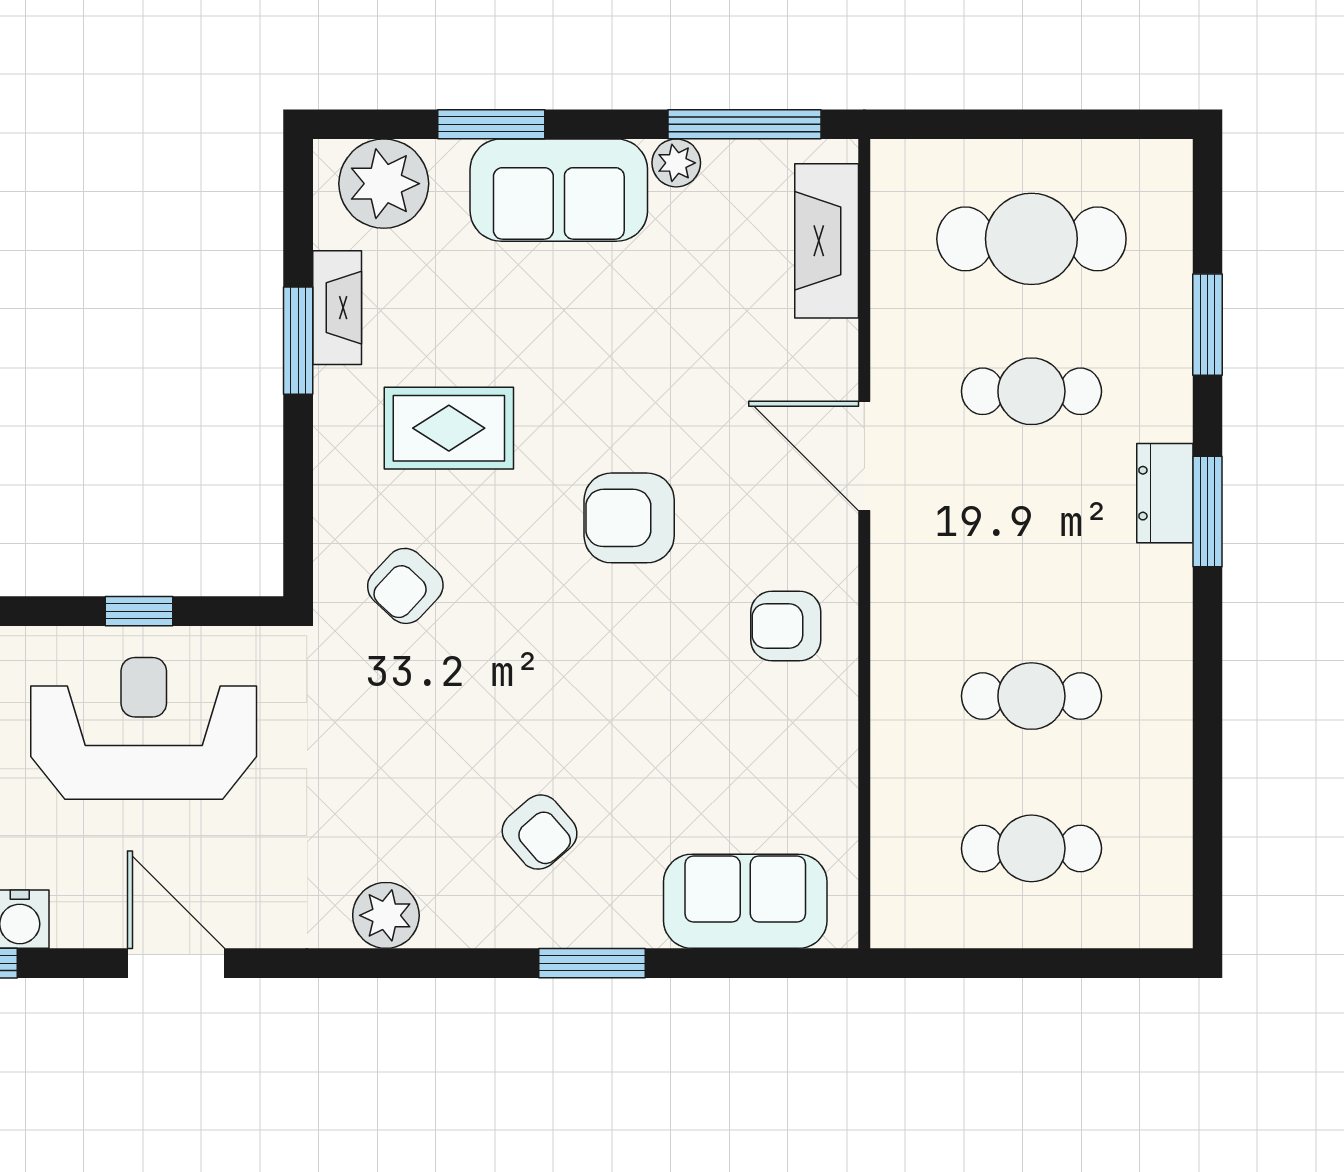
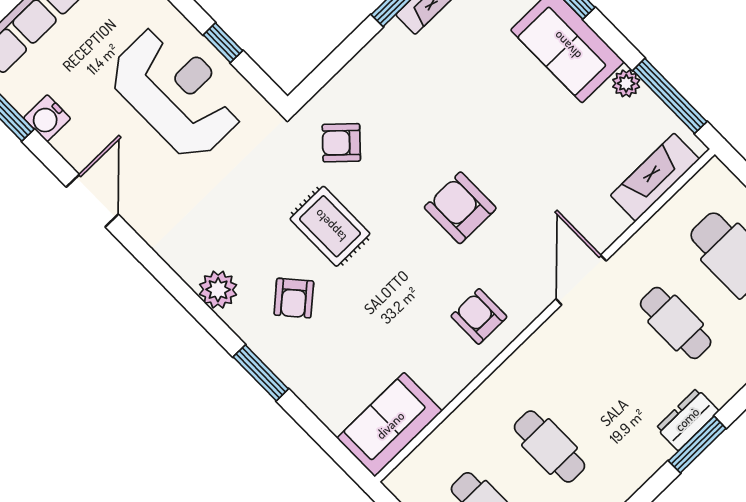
rug: (449, 428) -> (330, 226), moved
sofa: (745, 901) -> (390, 425), moved, turned -90
plant: (386, 915) -> (218, 290), moved

